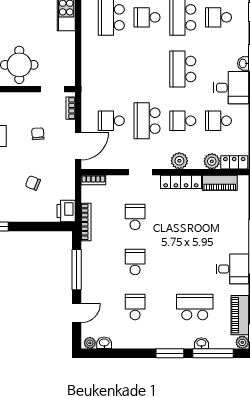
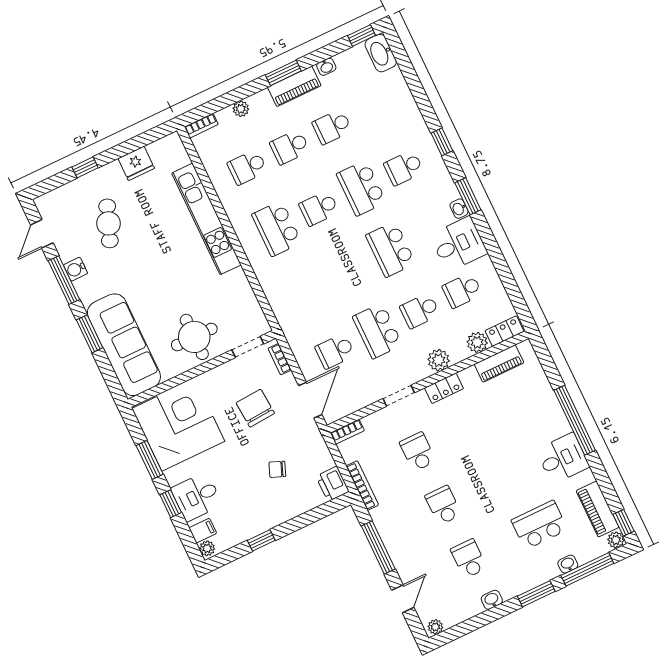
chair: (38, 134) -> (255, 408), width x1.87, depth x1.87
locker: (181, 182) -> (444, 388), width x0.66
washbasin: (104, 343) -> (492, 600), moved

